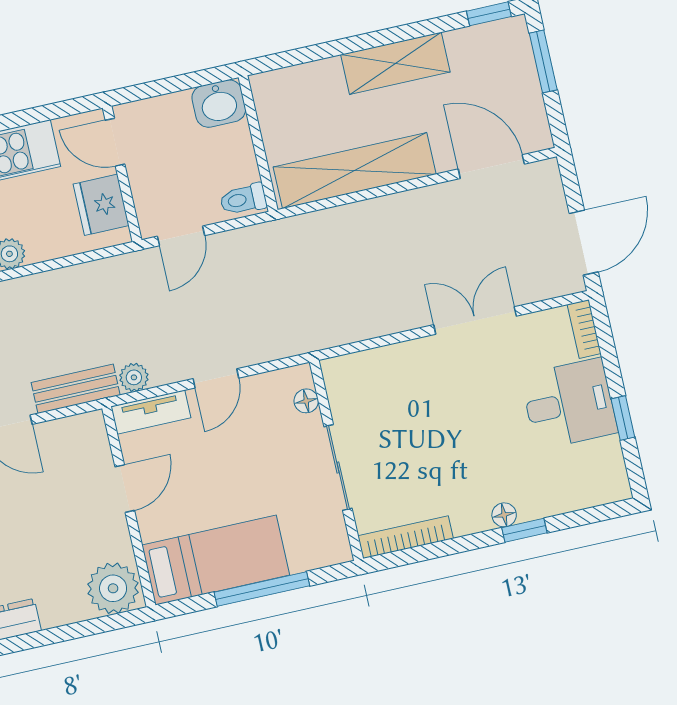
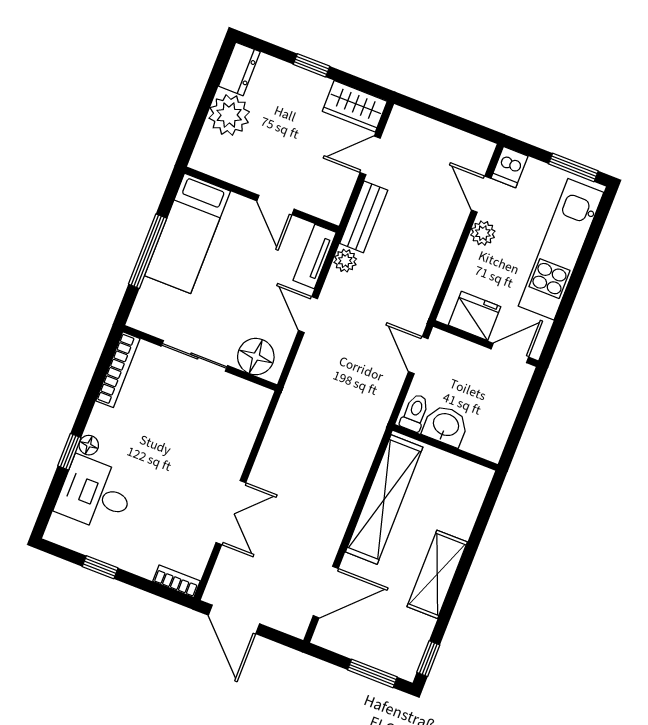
washbasin: (219, 104) -> (446, 426), moved, turned 90
floor lamp: (306, 401) -> (256, 357), width x1.89, depth x1.89
desk: (569, 404) -> (95, 494), moved, turned 90
plant: (113, 588) -> (229, 115), moved

